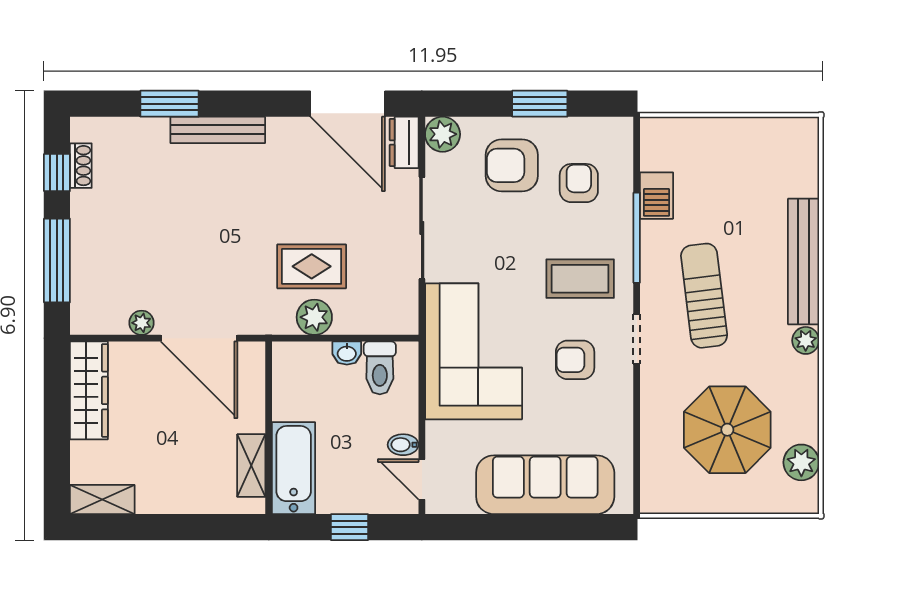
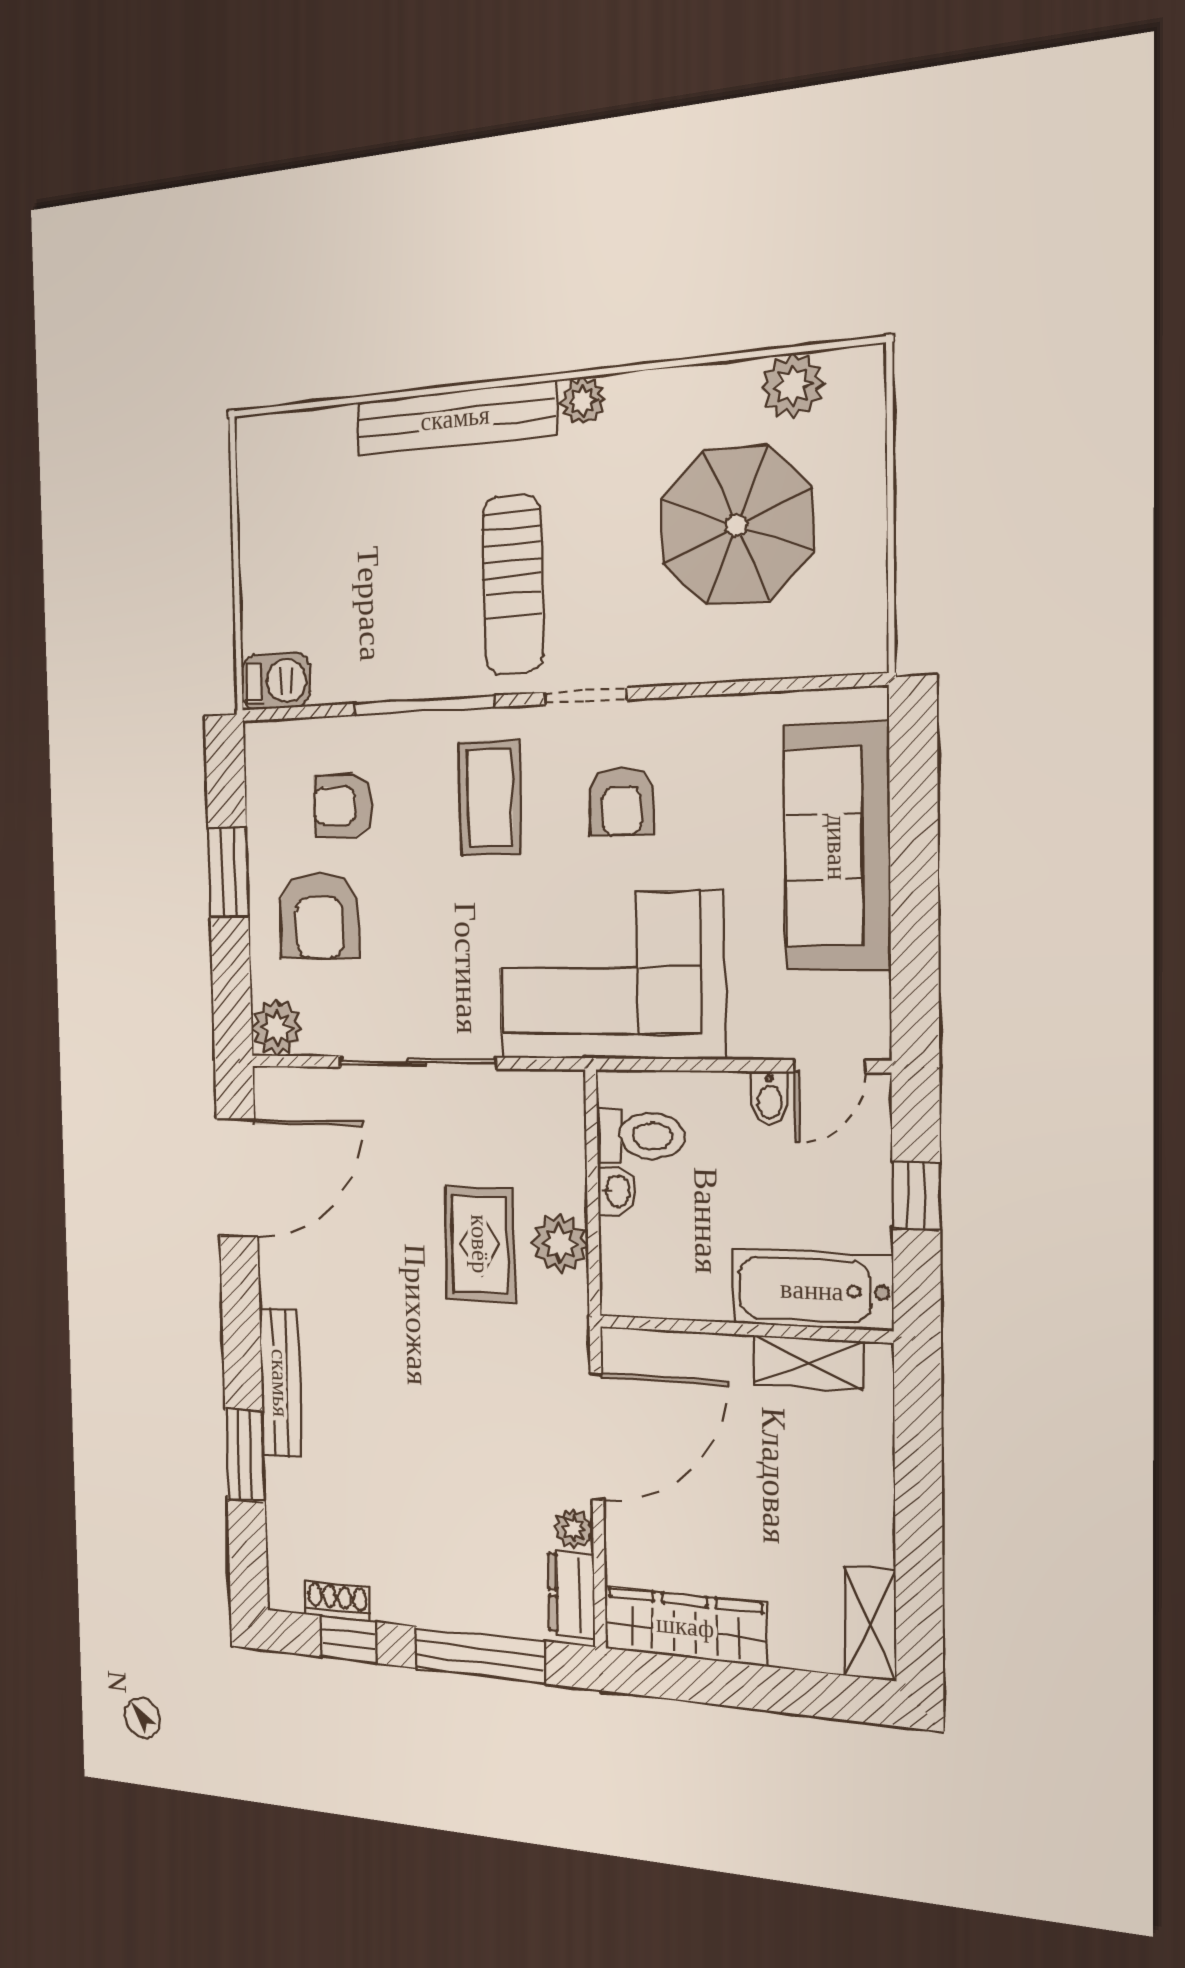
dresser: (404, 142) -> (571, 1594), moved, turned 90
barbecue: (657, 196) -> (276, 681), moved
sun lounger: (704, 296) -> (513, 585), turned -83

